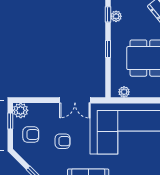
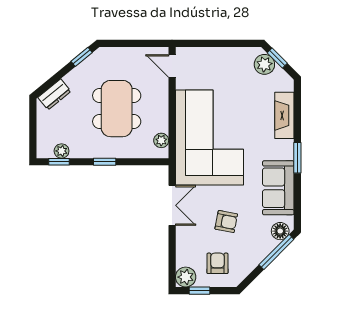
armchair: (63, 141) -> (226, 222), turned 101

